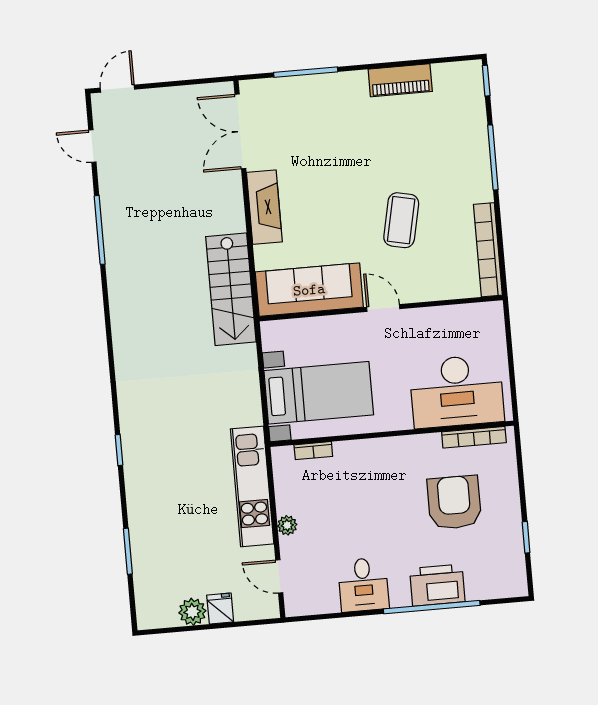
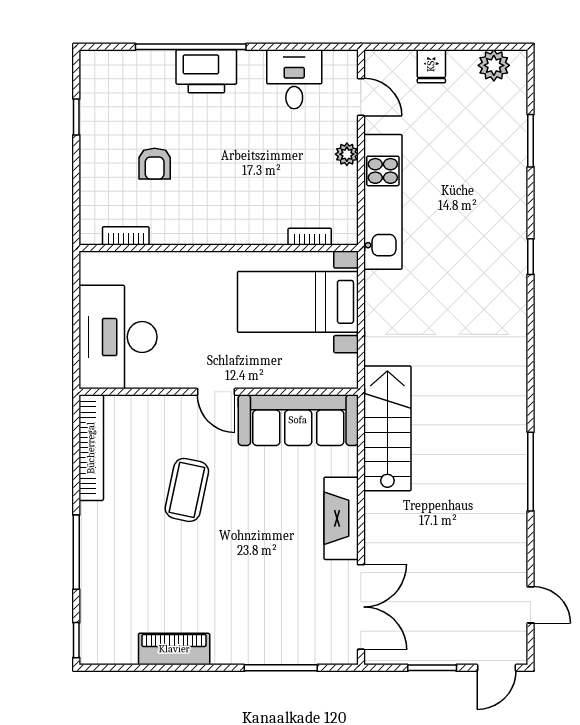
window: (174, 84) -> (432, 668), added
window: (100, 230) -> (531, 472), moved
desk: (457, 391) -> (118, 337), moved, turned -90
bookcase: (474, 437) -> (126, 236), width x0.64
armchair: (454, 502) -> (155, 164), width x0.53, depth x0.53
desk: (363, 585) -> (294, 79), moved
printer: (437, 585) -> (206, 71), moved
plant: (192, 612) -> (494, 65), moved

